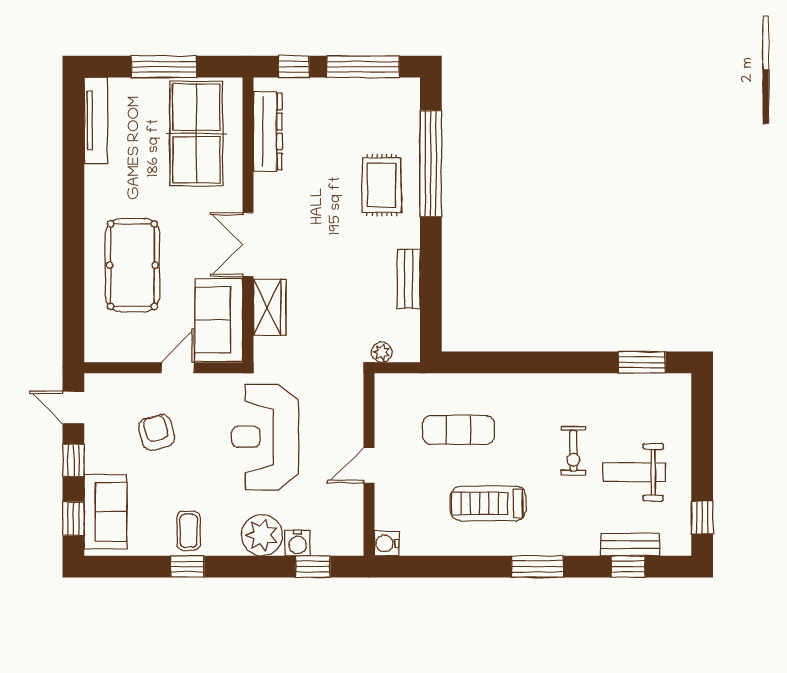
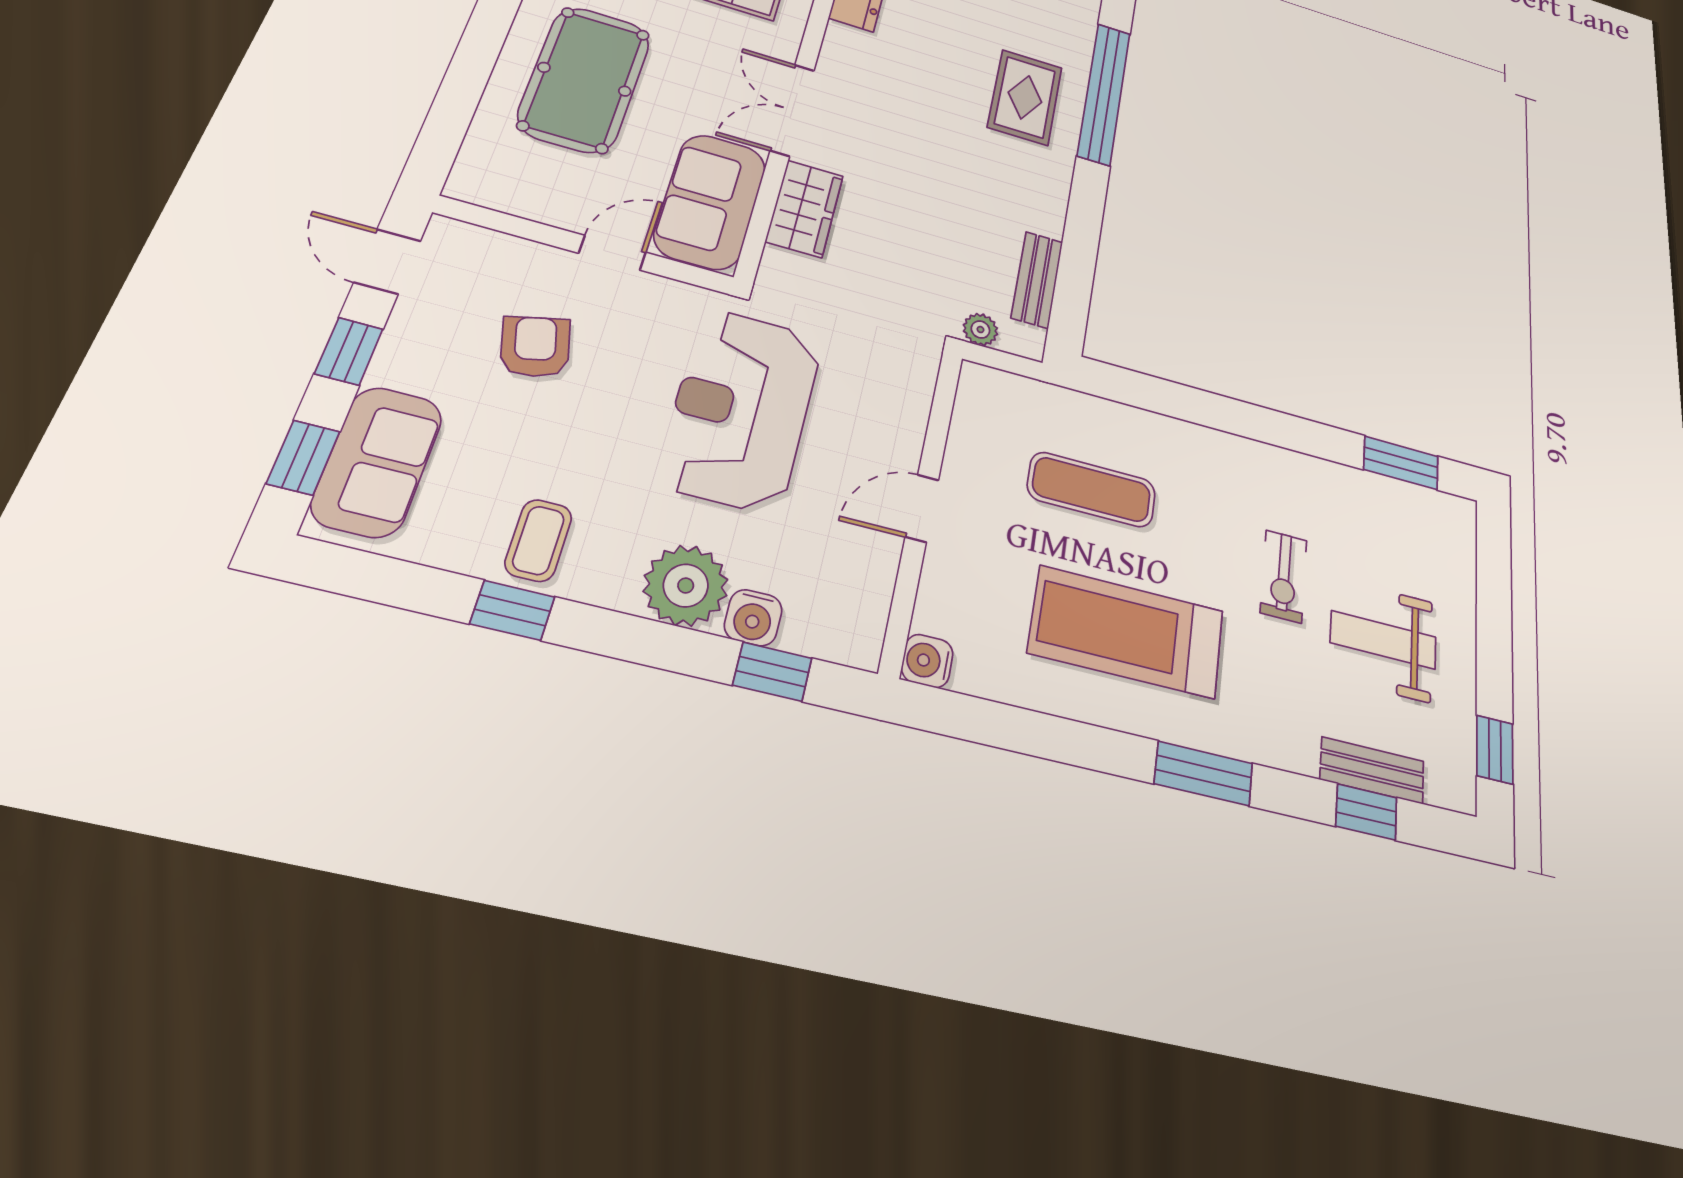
bench: (409, 279) -> (1037, 280), moved
treadmill: (488, 503) -> (1127, 632), width x1.37, depth x1.38

